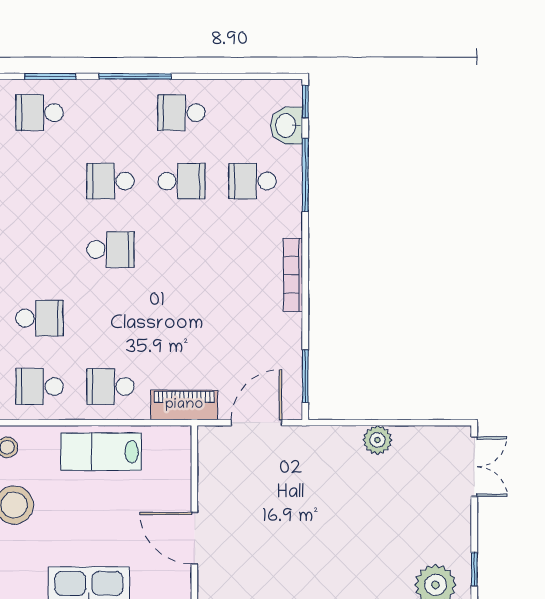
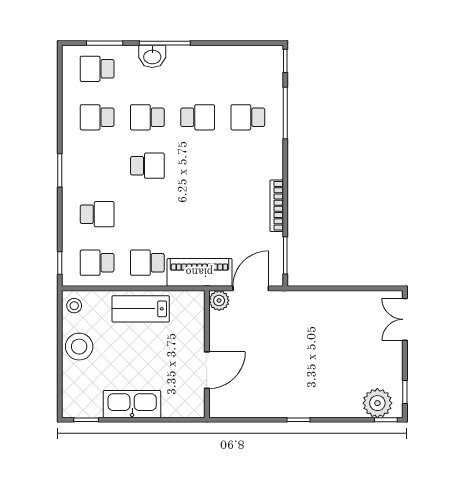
school desk: (181, 113) -> (97, 117), moved
washbasin: (287, 126) -> (152, 56), moved, turned -90
bookcase: (293, 275) -> (277, 206), moved
piano: (184, 405) -> (199, 272), width x1.37, depth x1.33
plant: (378, 440) -> (219, 300), moved
double door: (474, 467) -> (405, 319), swing flipped
door: (194, 538) -> (207, 370), swing flipped

